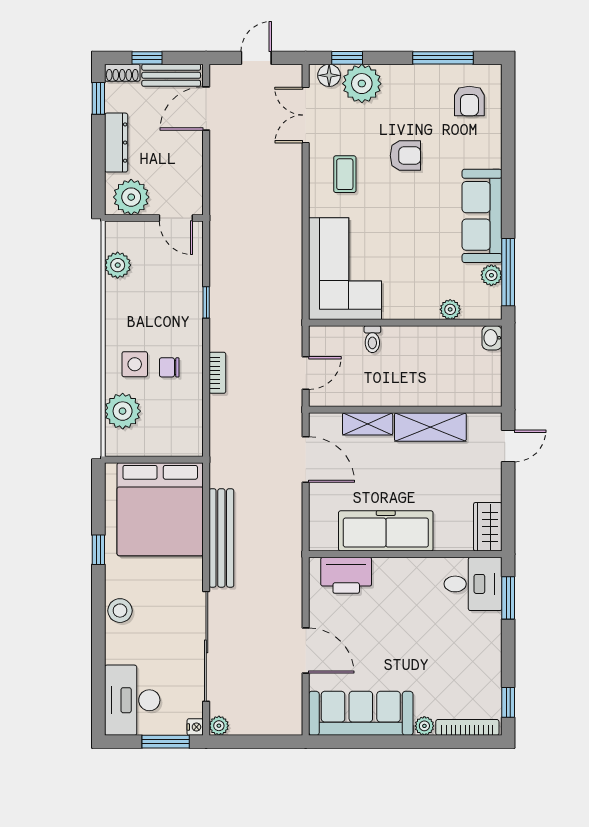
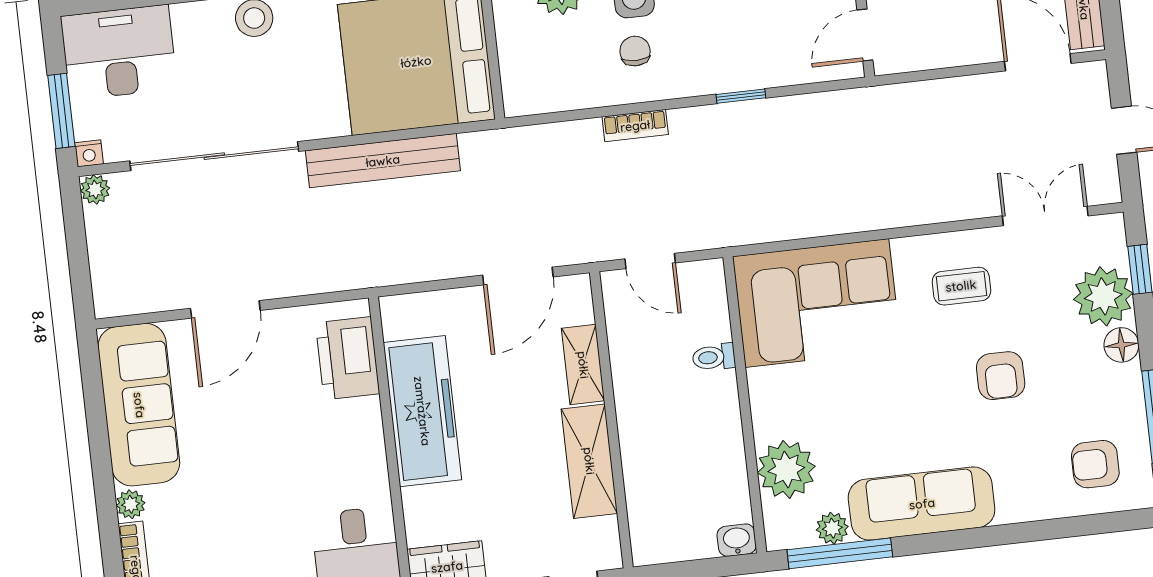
floor lamp: (329, 75) -> (1121, 345), moved
plant: (450, 309) -> (786, 469), width x1.88, depth x1.88

